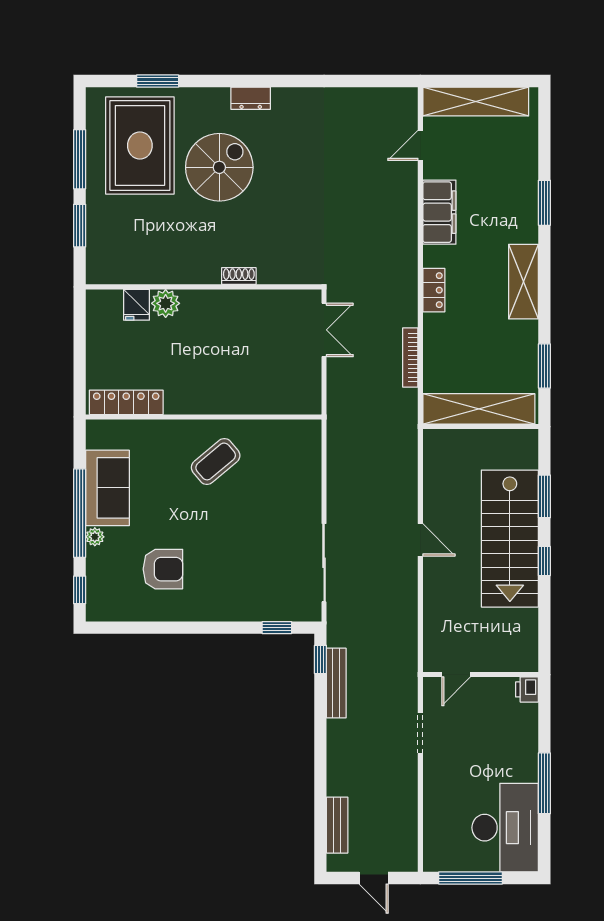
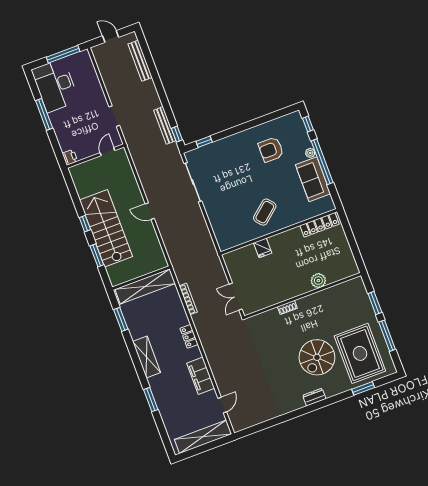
fridge: (137, 305) -> (263, 248), moved, turned 180
bench: (337, 825) -> (140, 61), width x1.36

